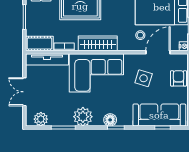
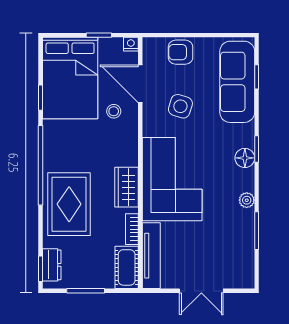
wardrobe: (98, 43) -> (127, 187), width x0.67
plant: (83, 117) -> (247, 200), width x0.53, depth x0.53
plant: (41, 119) -> (244, 265), removed

